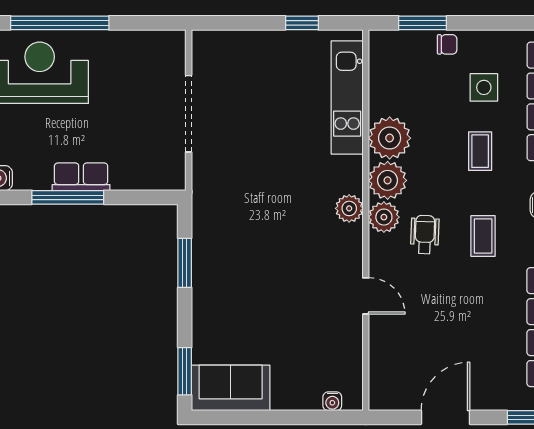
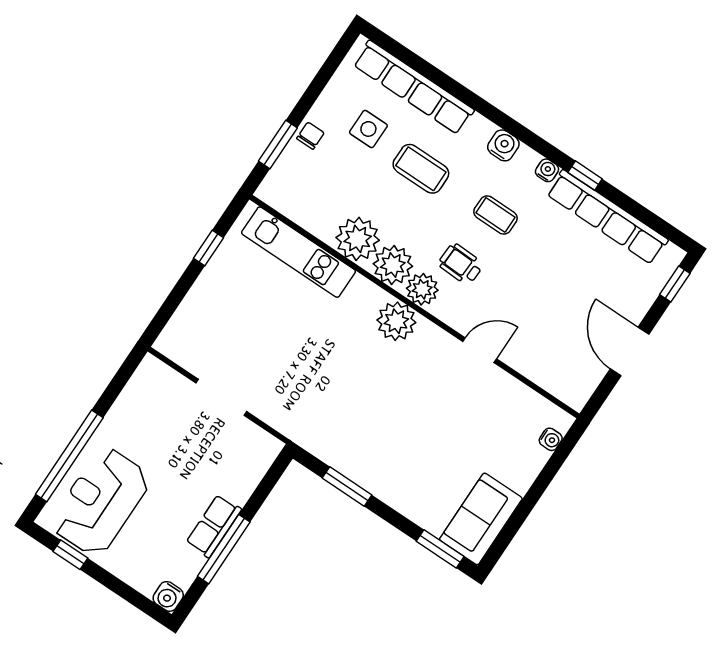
doorway: (189, 114) -> (221, 397), width x0.73
coffee table: (480, 151) -> (421, 169), width x1.36, depth x1.30
plant: (349, 208) -> (396, 321), width x1.36, depth x1.36

